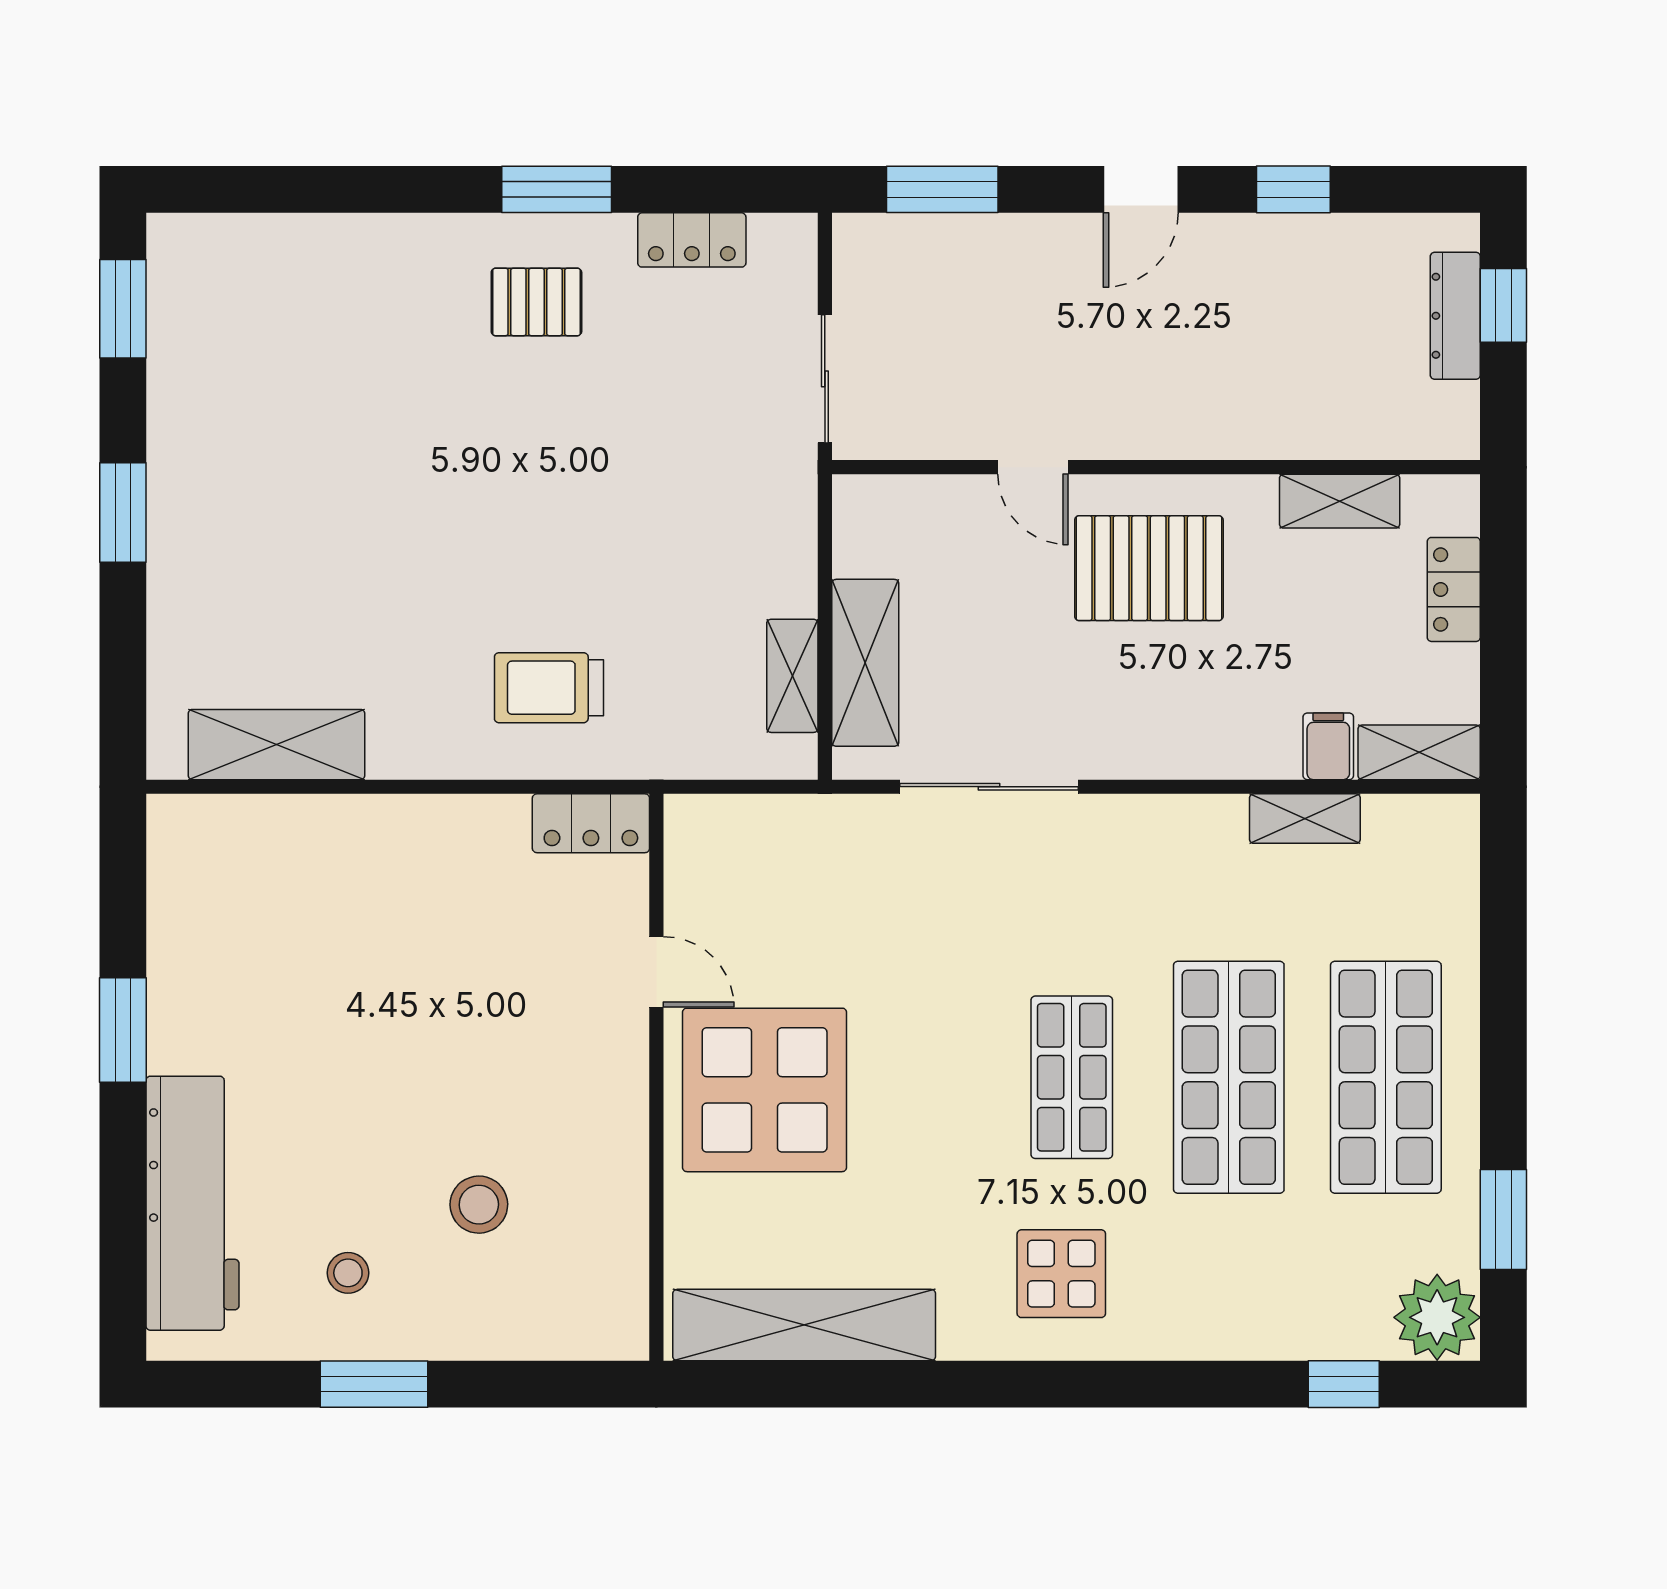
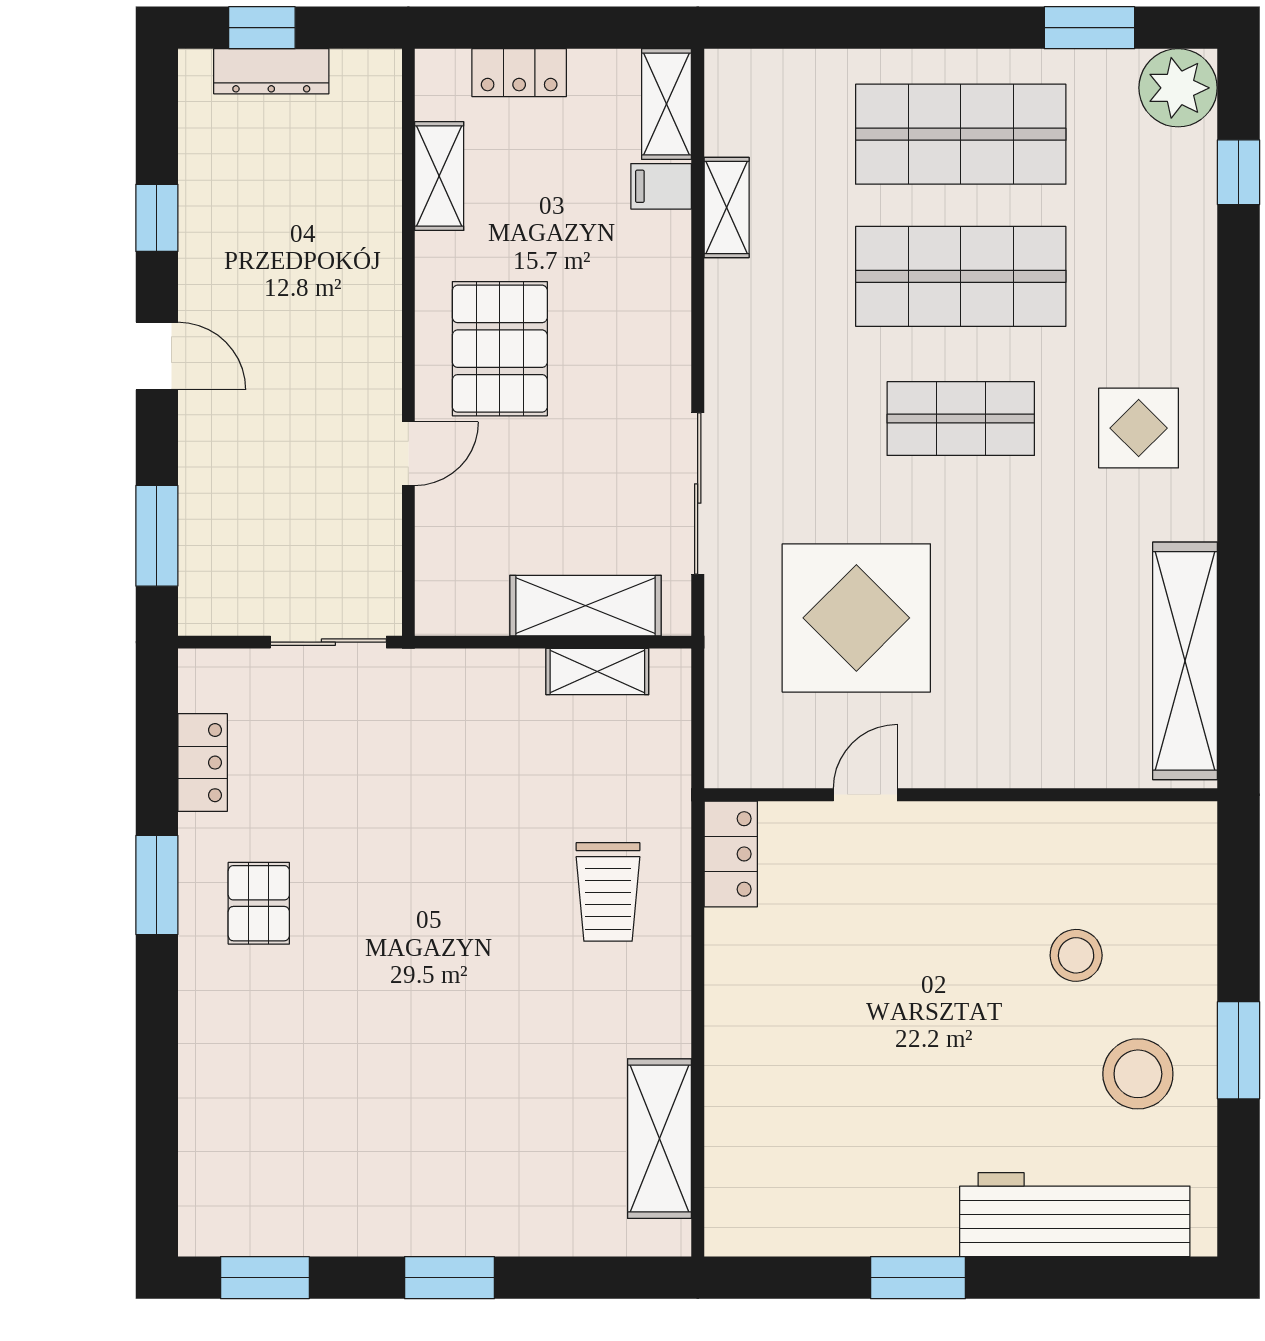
display table: (765, 1090) -> (856, 618), moved
stool: (348, 1273) -> (1138, 1074), width x1.89, depth x1.89

